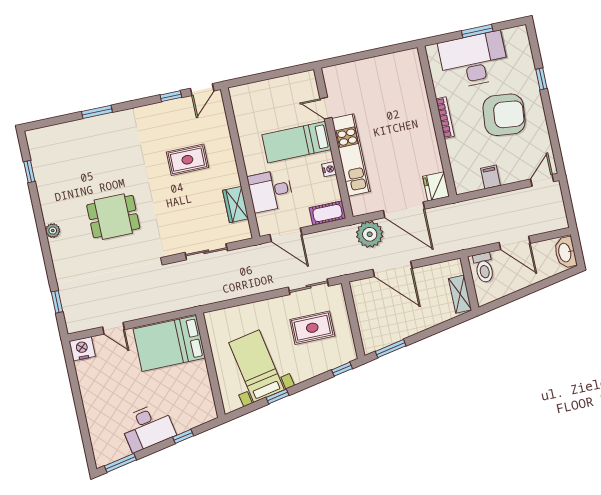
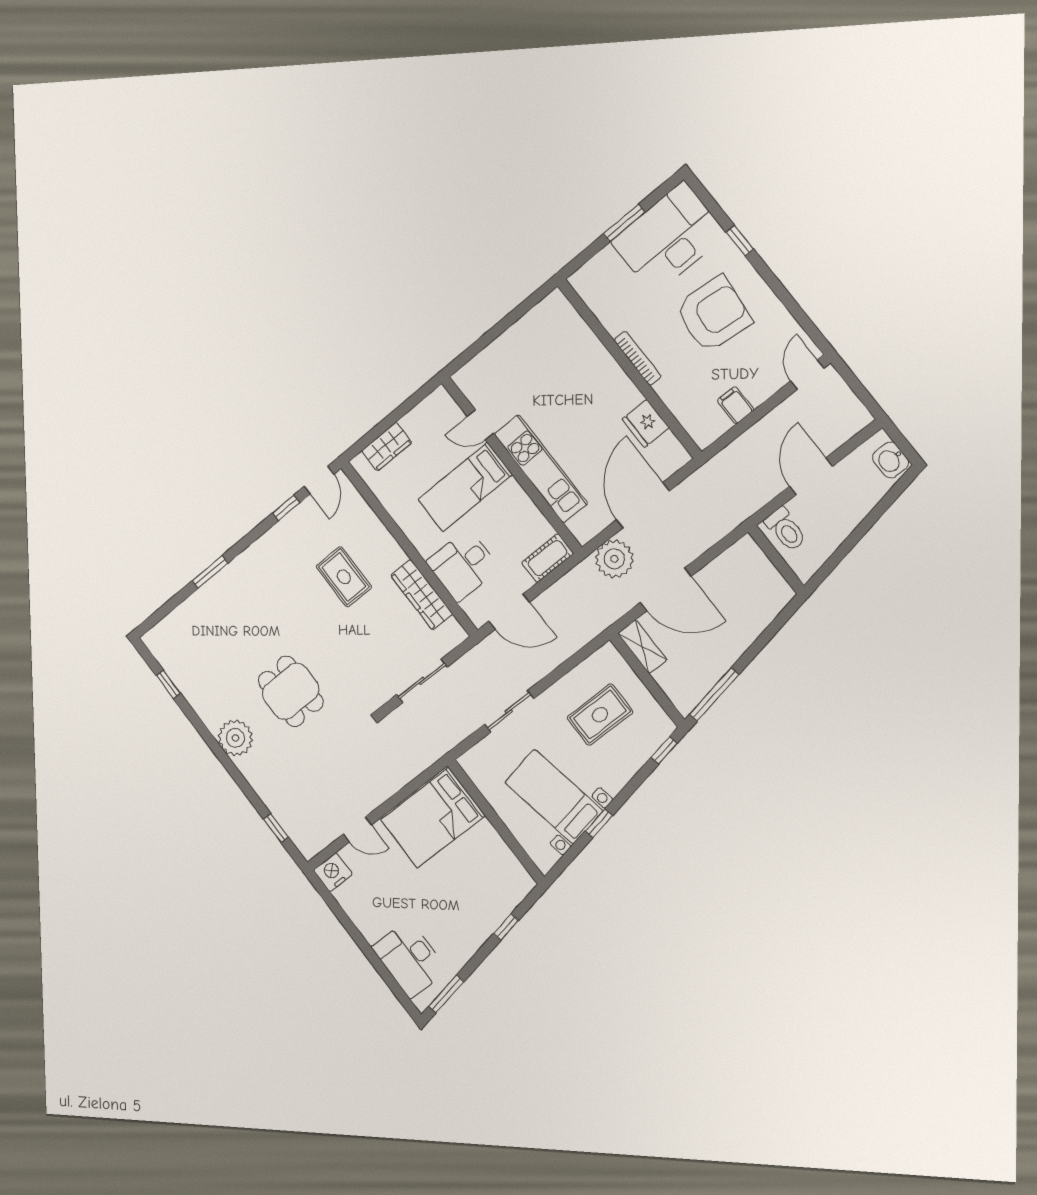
desk: (474, 60) -> (668, 238), moved
wardrobe: (258, 91) -> (387, 447), added
rug: (187, 160) -> (344, 577), turned 90
nightstand: (329, 169) -> (522, 501), removed
fridge: (436, 186) -> (646, 423), moved
wardrobe: (236, 204) -> (422, 595), width x1.50
door: (404, 210) -> (643, 505), swing flipped
dining table: (113, 217) -> (291, 691), turned 90
plant: (53, 231) -> (235, 738), width x1.88, depth x1.88
door: (515, 243) -> (811, 476), swing flipped
washbasin: (565, 252) -> (891, 460), width x0.72
sliding door: (308, 287) -> (509, 711), moved
shelving: (460, 294) -> (642, 647), moved
window: (391, 349) -> (714, 695), width x1.44
desk: (148, 427) -> (410, 959), moved, turned 101

